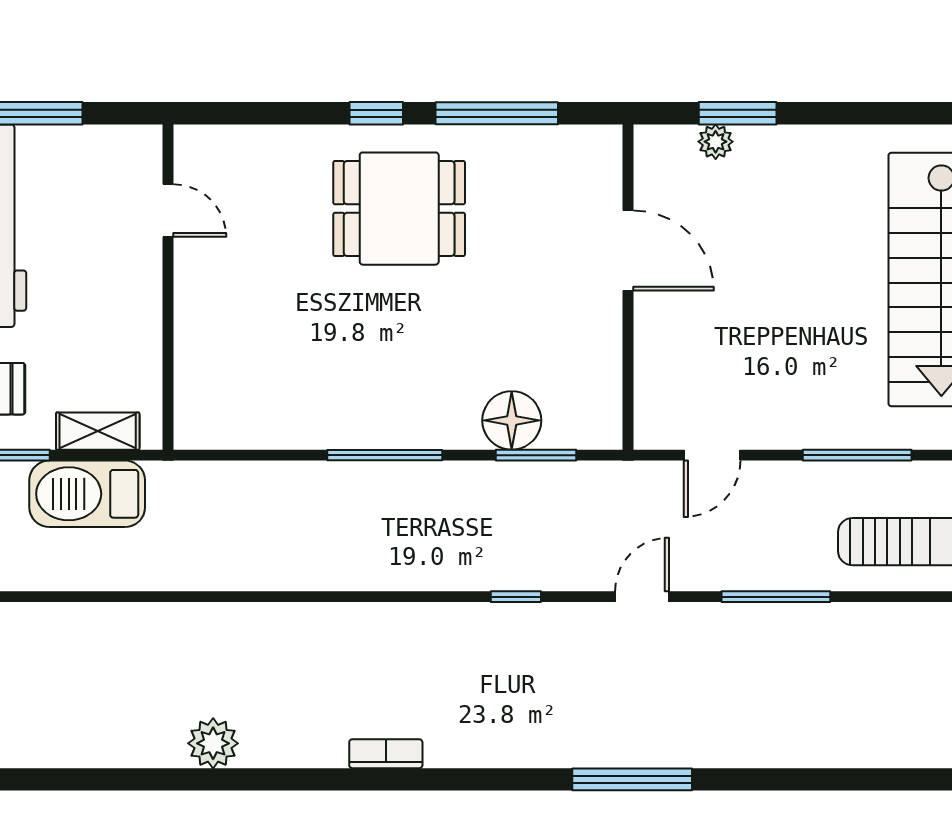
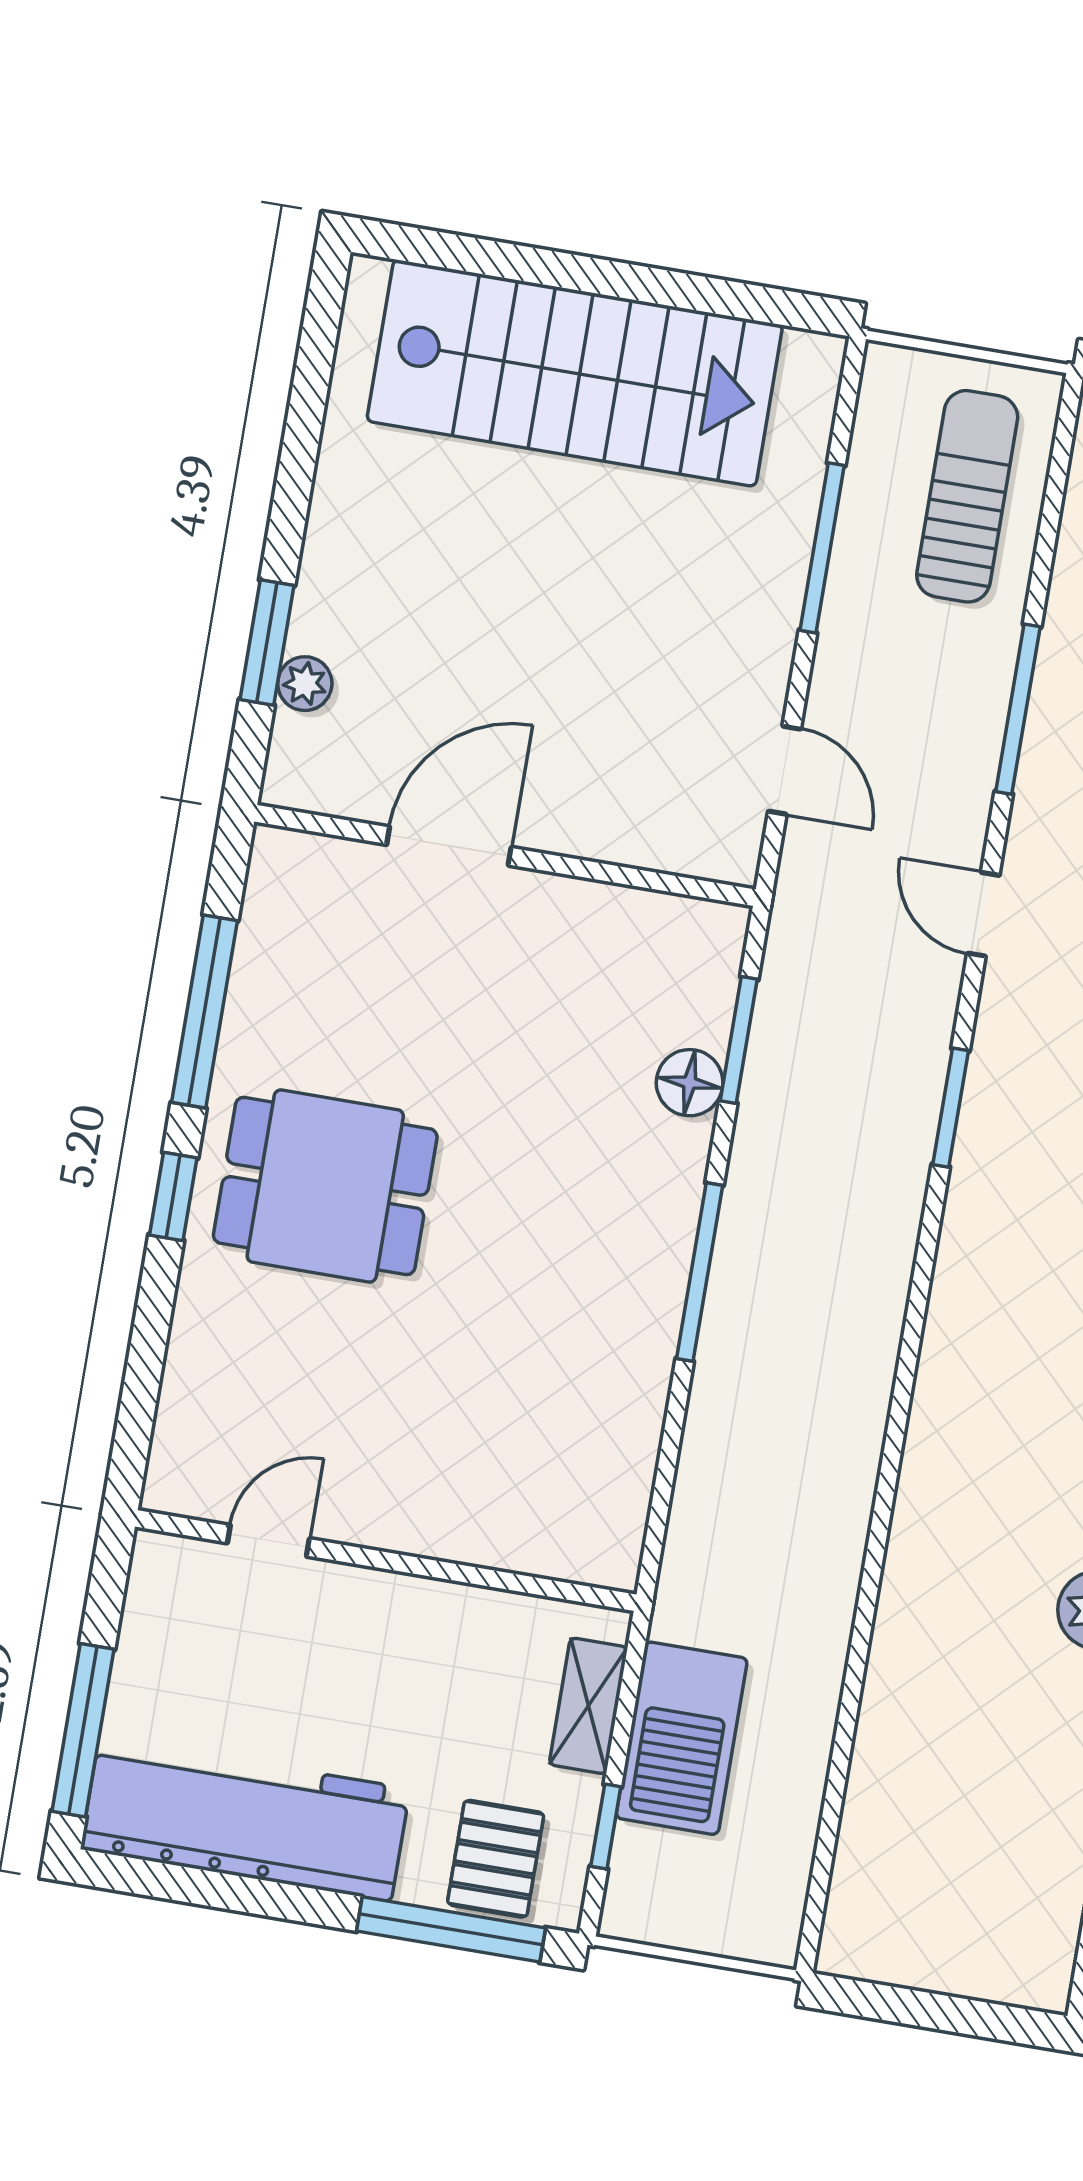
dining table: (399, 209) -> (325, 1186), turned 90
floor lamp: (512, 420) -> (690, 1083), width x0.73, depth x0.73
window: (516, 597) -> (951, 1108), width x1.50

